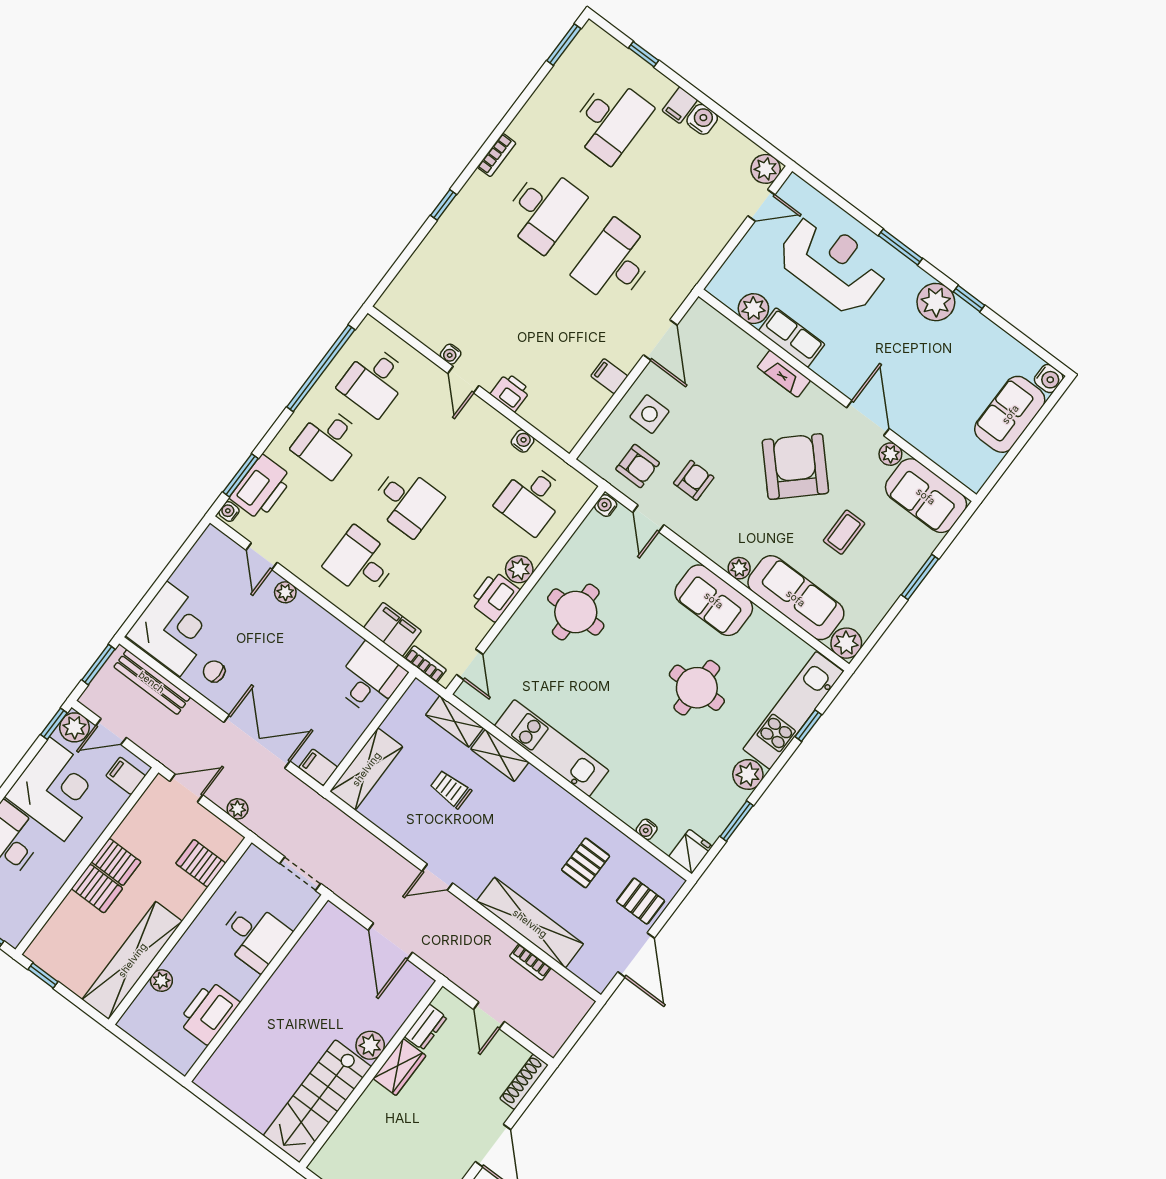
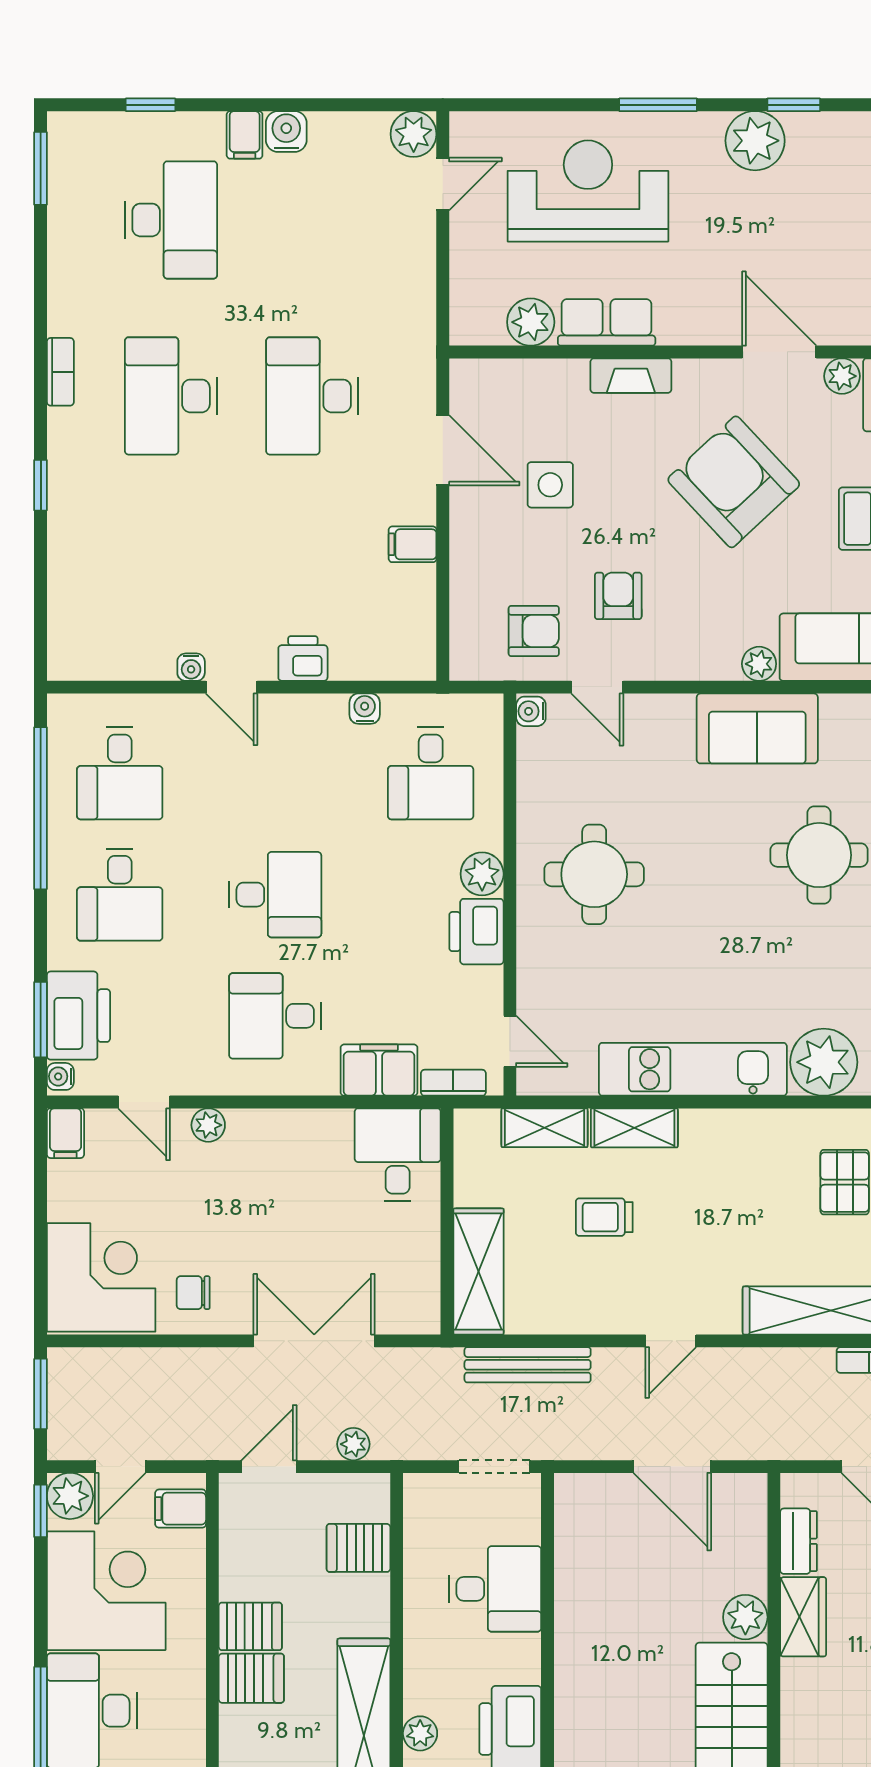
desk: (543, 209) -> (171, 396), turned 180
side table: (649, 414) -> (550, 485), moved
bench: (152, 682) -> (528, 1365), moved
filing cabinet: (318, 767) -> (65, 1133), moved, turned -90
plant: (621, 794) -> (824, 1062), added

